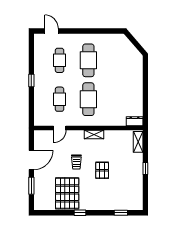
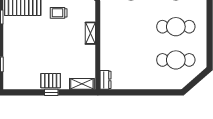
cafe table: (88, 99) -> (176, 60), moved
pallet: (102, 170) -> (51, 81), moved

